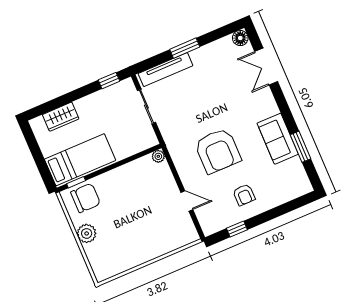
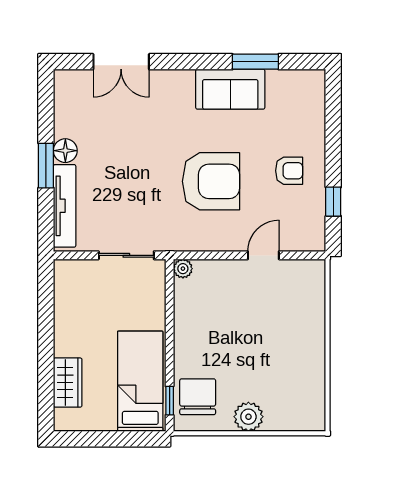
floor lamp: (240, 38) -> (65, 151), moved
window: (109, 81) -> (46, 292), removed
sliding door: (146, 107) -> (126, 255), moved

